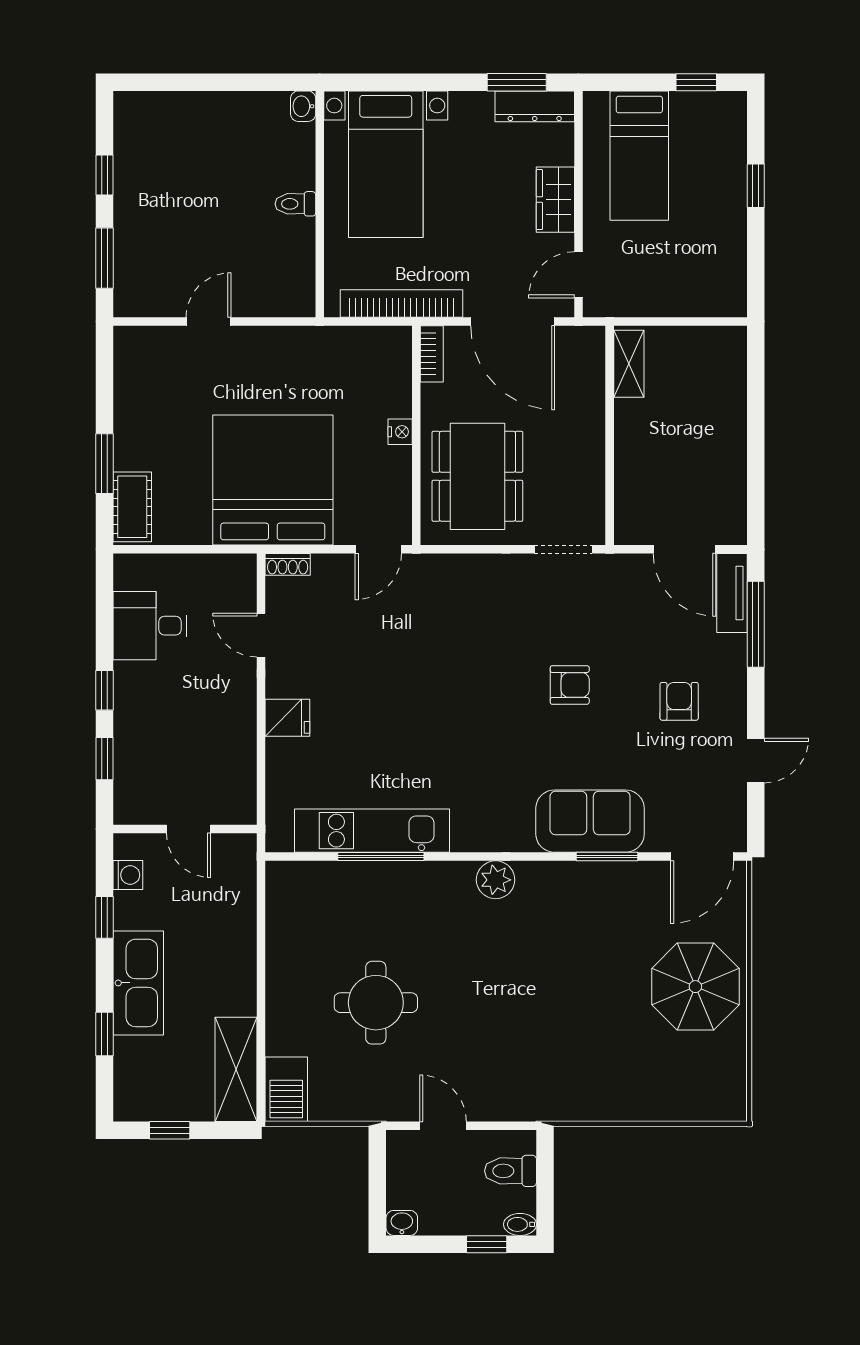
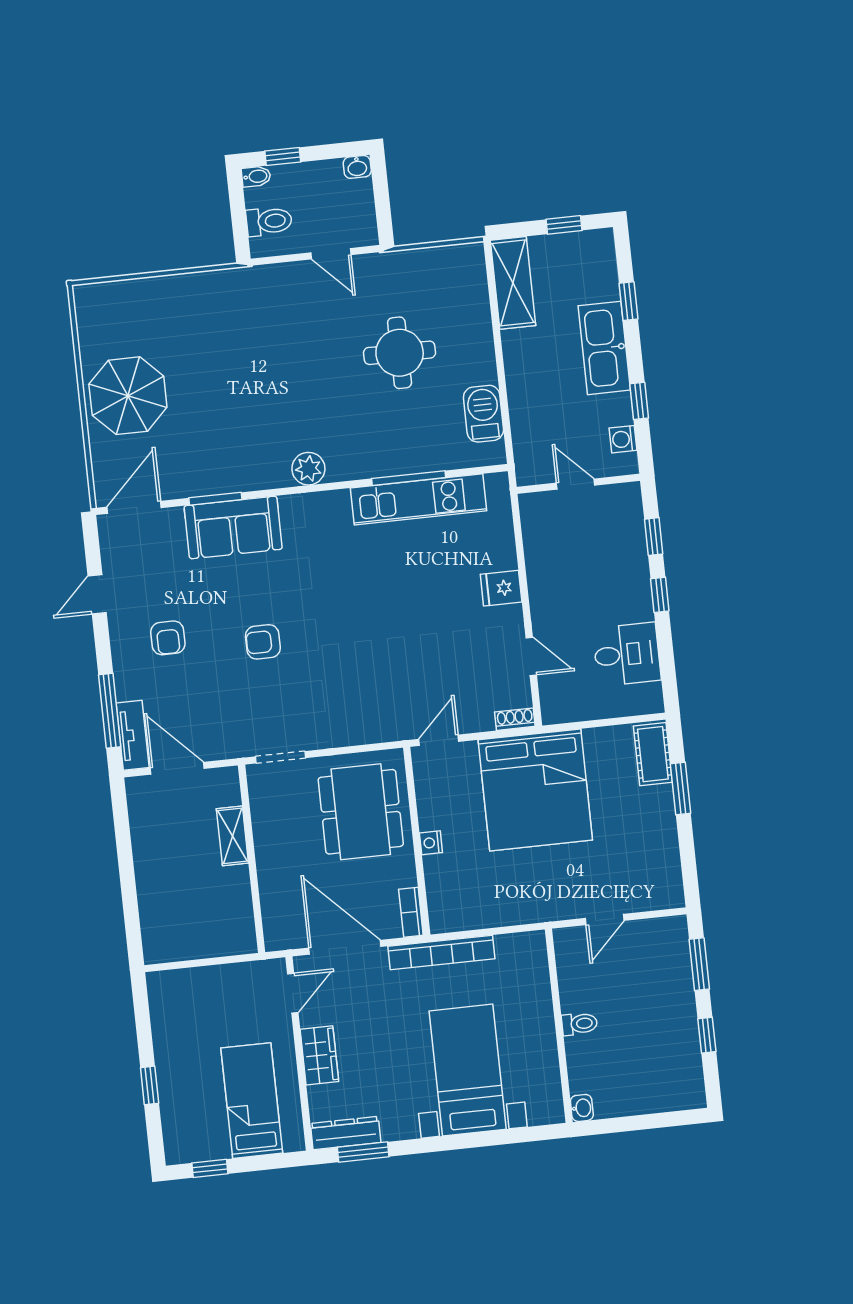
washbasin: (303, 106) -> (582, 1108), moved
toilet: (295, 204) -> (580, 1024), moved
wall: (320, 204) -> (559, 1026), moved
shelving: (629, 364) -> (232, 836), moved
barbecue: (286, 1089) -> (483, 414), moved

